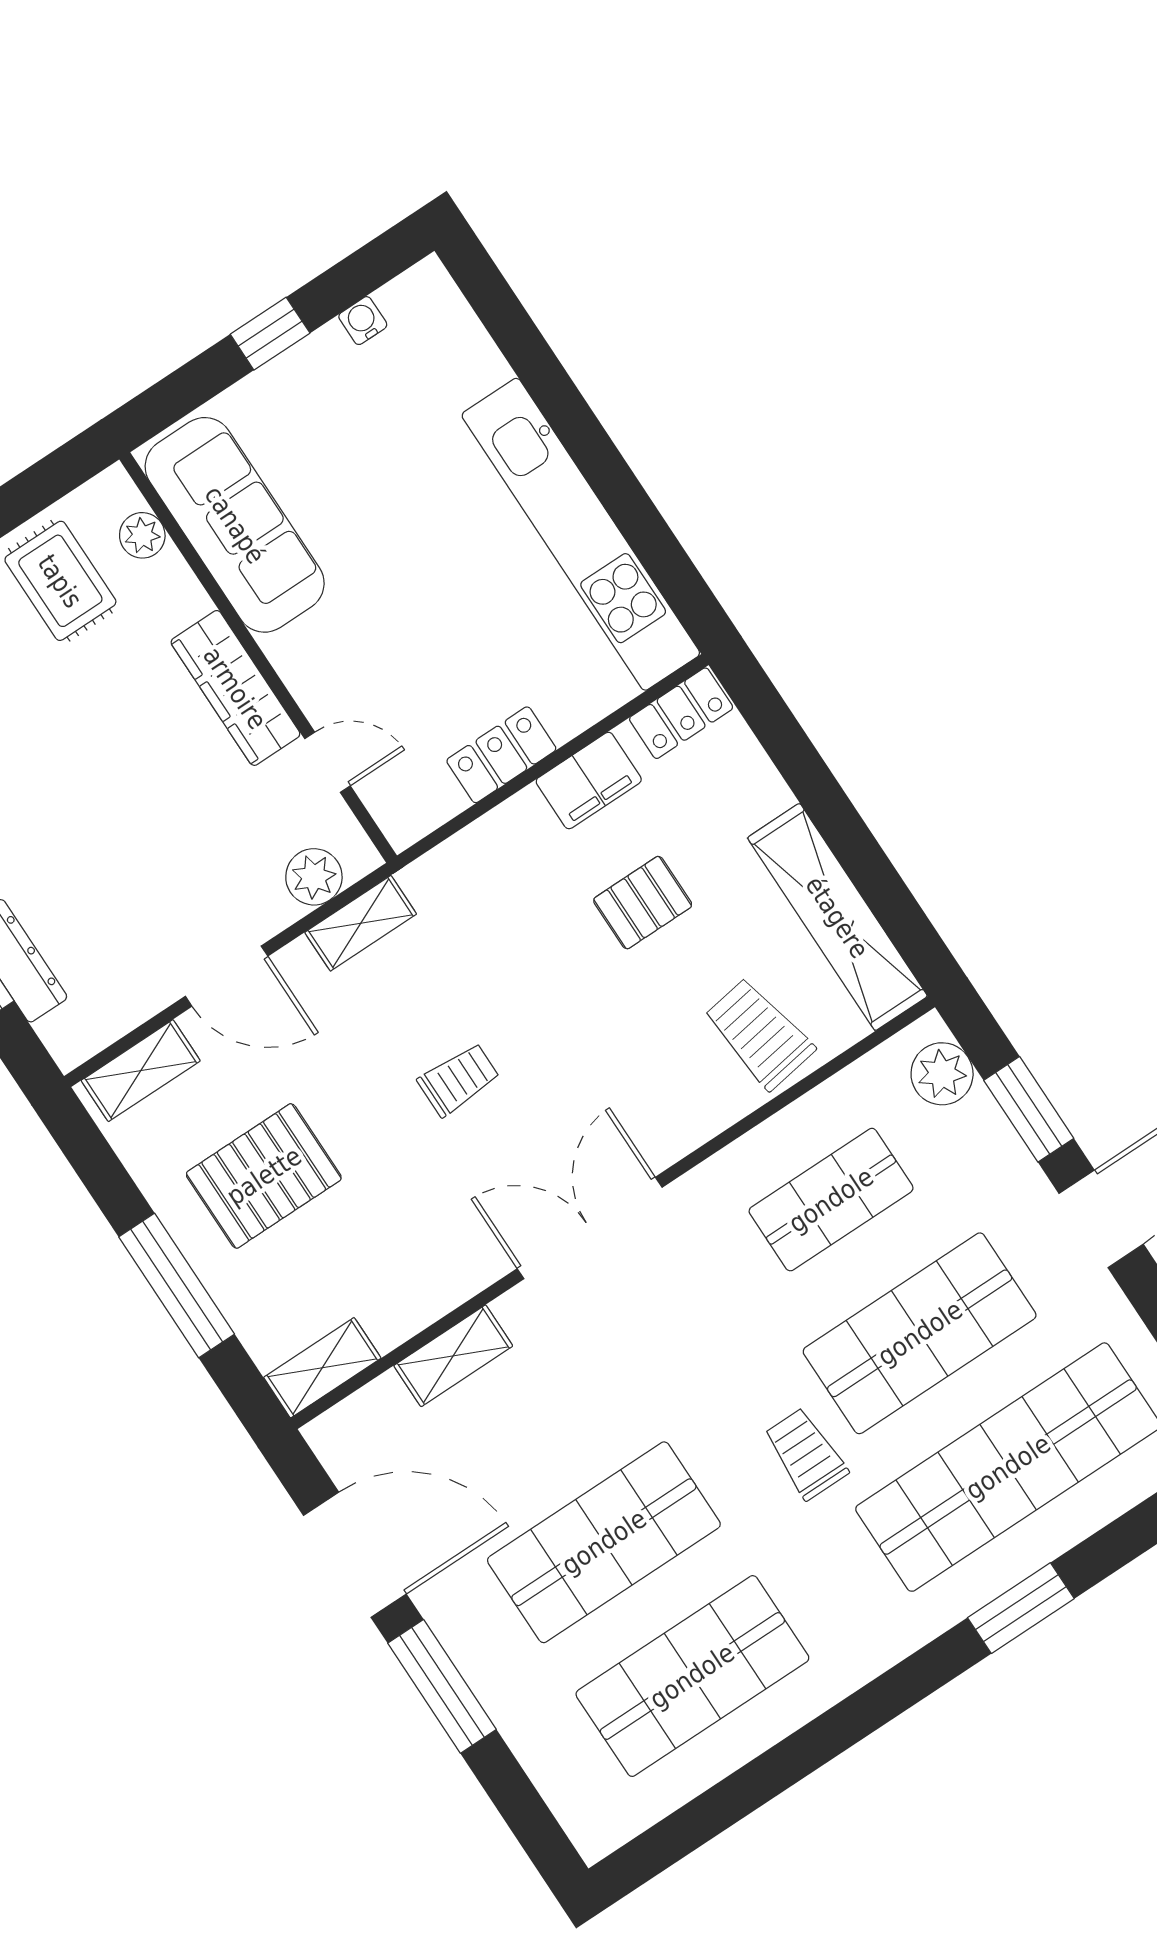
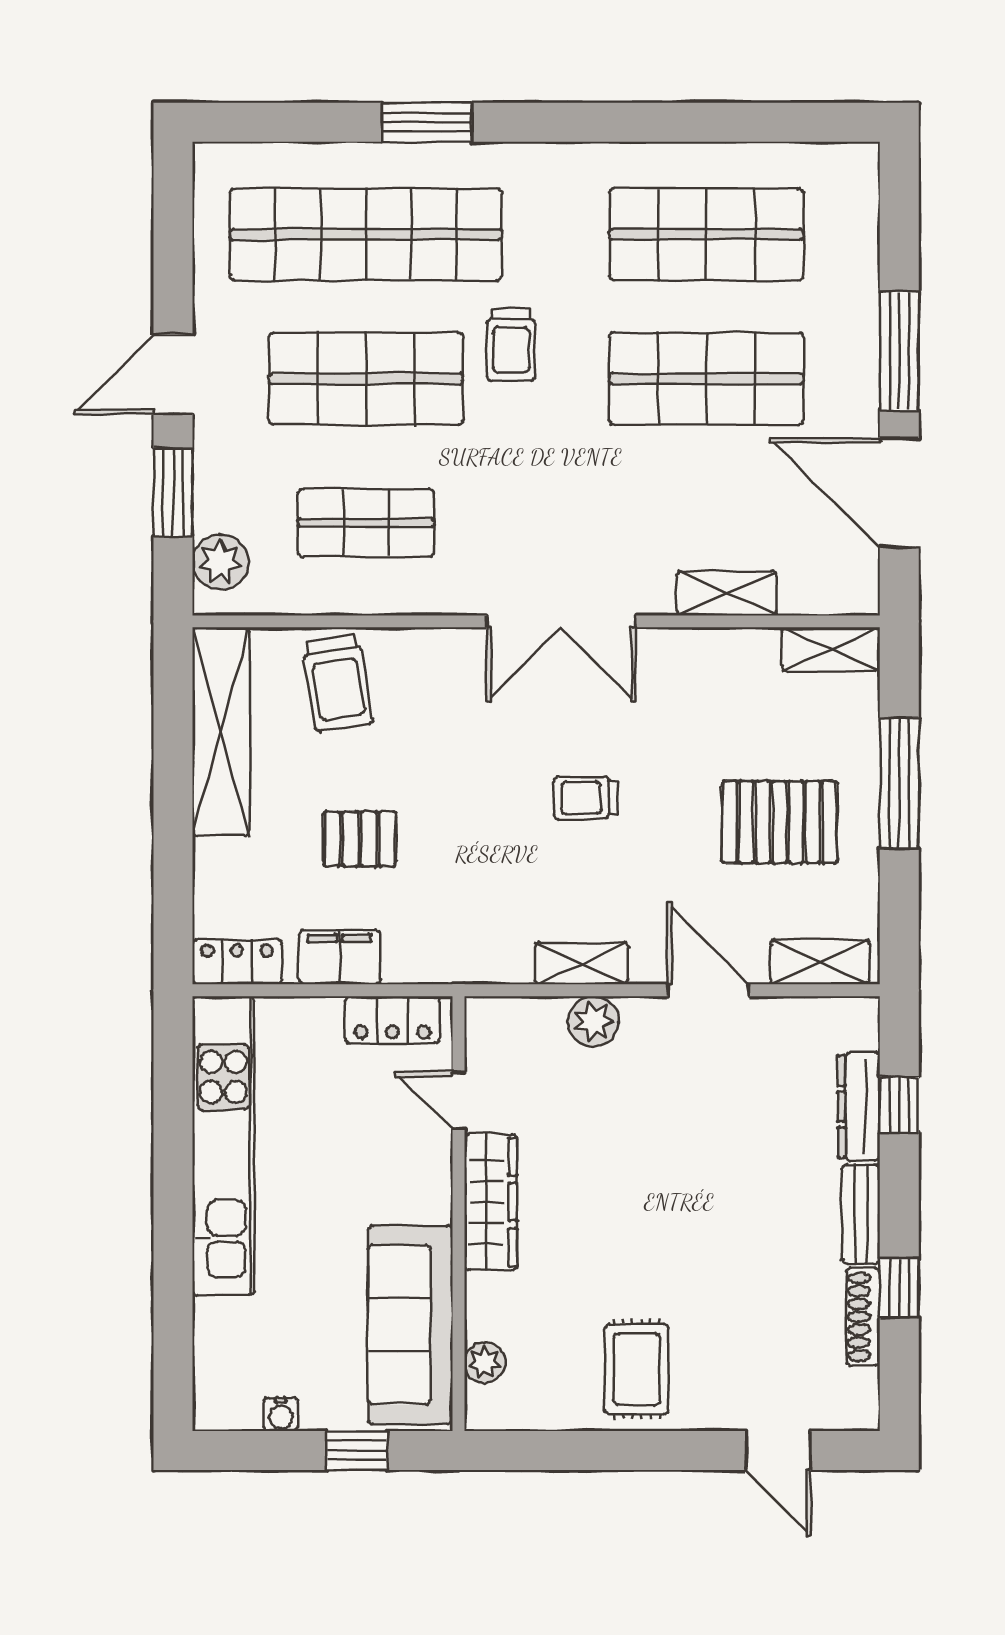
sofa: (235, 525) -> (410, 1325), moved
plant: (142, 535) -> (485, 1363), moved
wall: (258, 657) -> (458, 1214), moved
wardrobe: (235, 688) -> (491, 1202), moved
door: (328, 762) -> (458, 1101), moved

